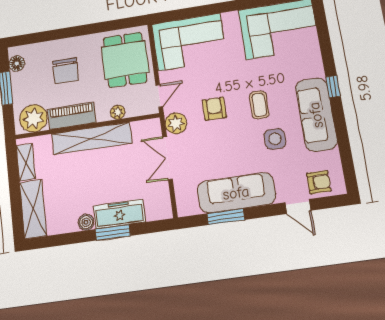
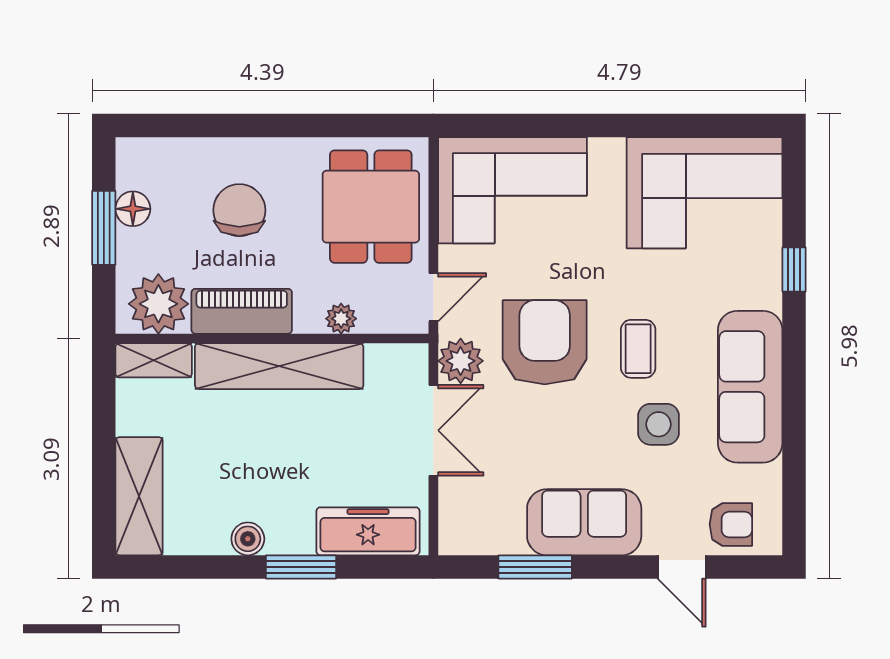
floor lamp: (17, 64) -> (133, 209), moved
chair: (66, 71) -> (239, 210), turned 180
window: (333, 87) -> (794, 270), moved
armchair: (214, 109) -> (545, 342), width x1.88, depth x1.88
double door: (167, 158) -> (433, 430), swing flipped
shelving: (26, 162) -> (154, 360), moved, turned 90
sofa: (236, 193) -> (584, 522), width x0.73
freezer: (119, 214) -> (368, 531), moved

